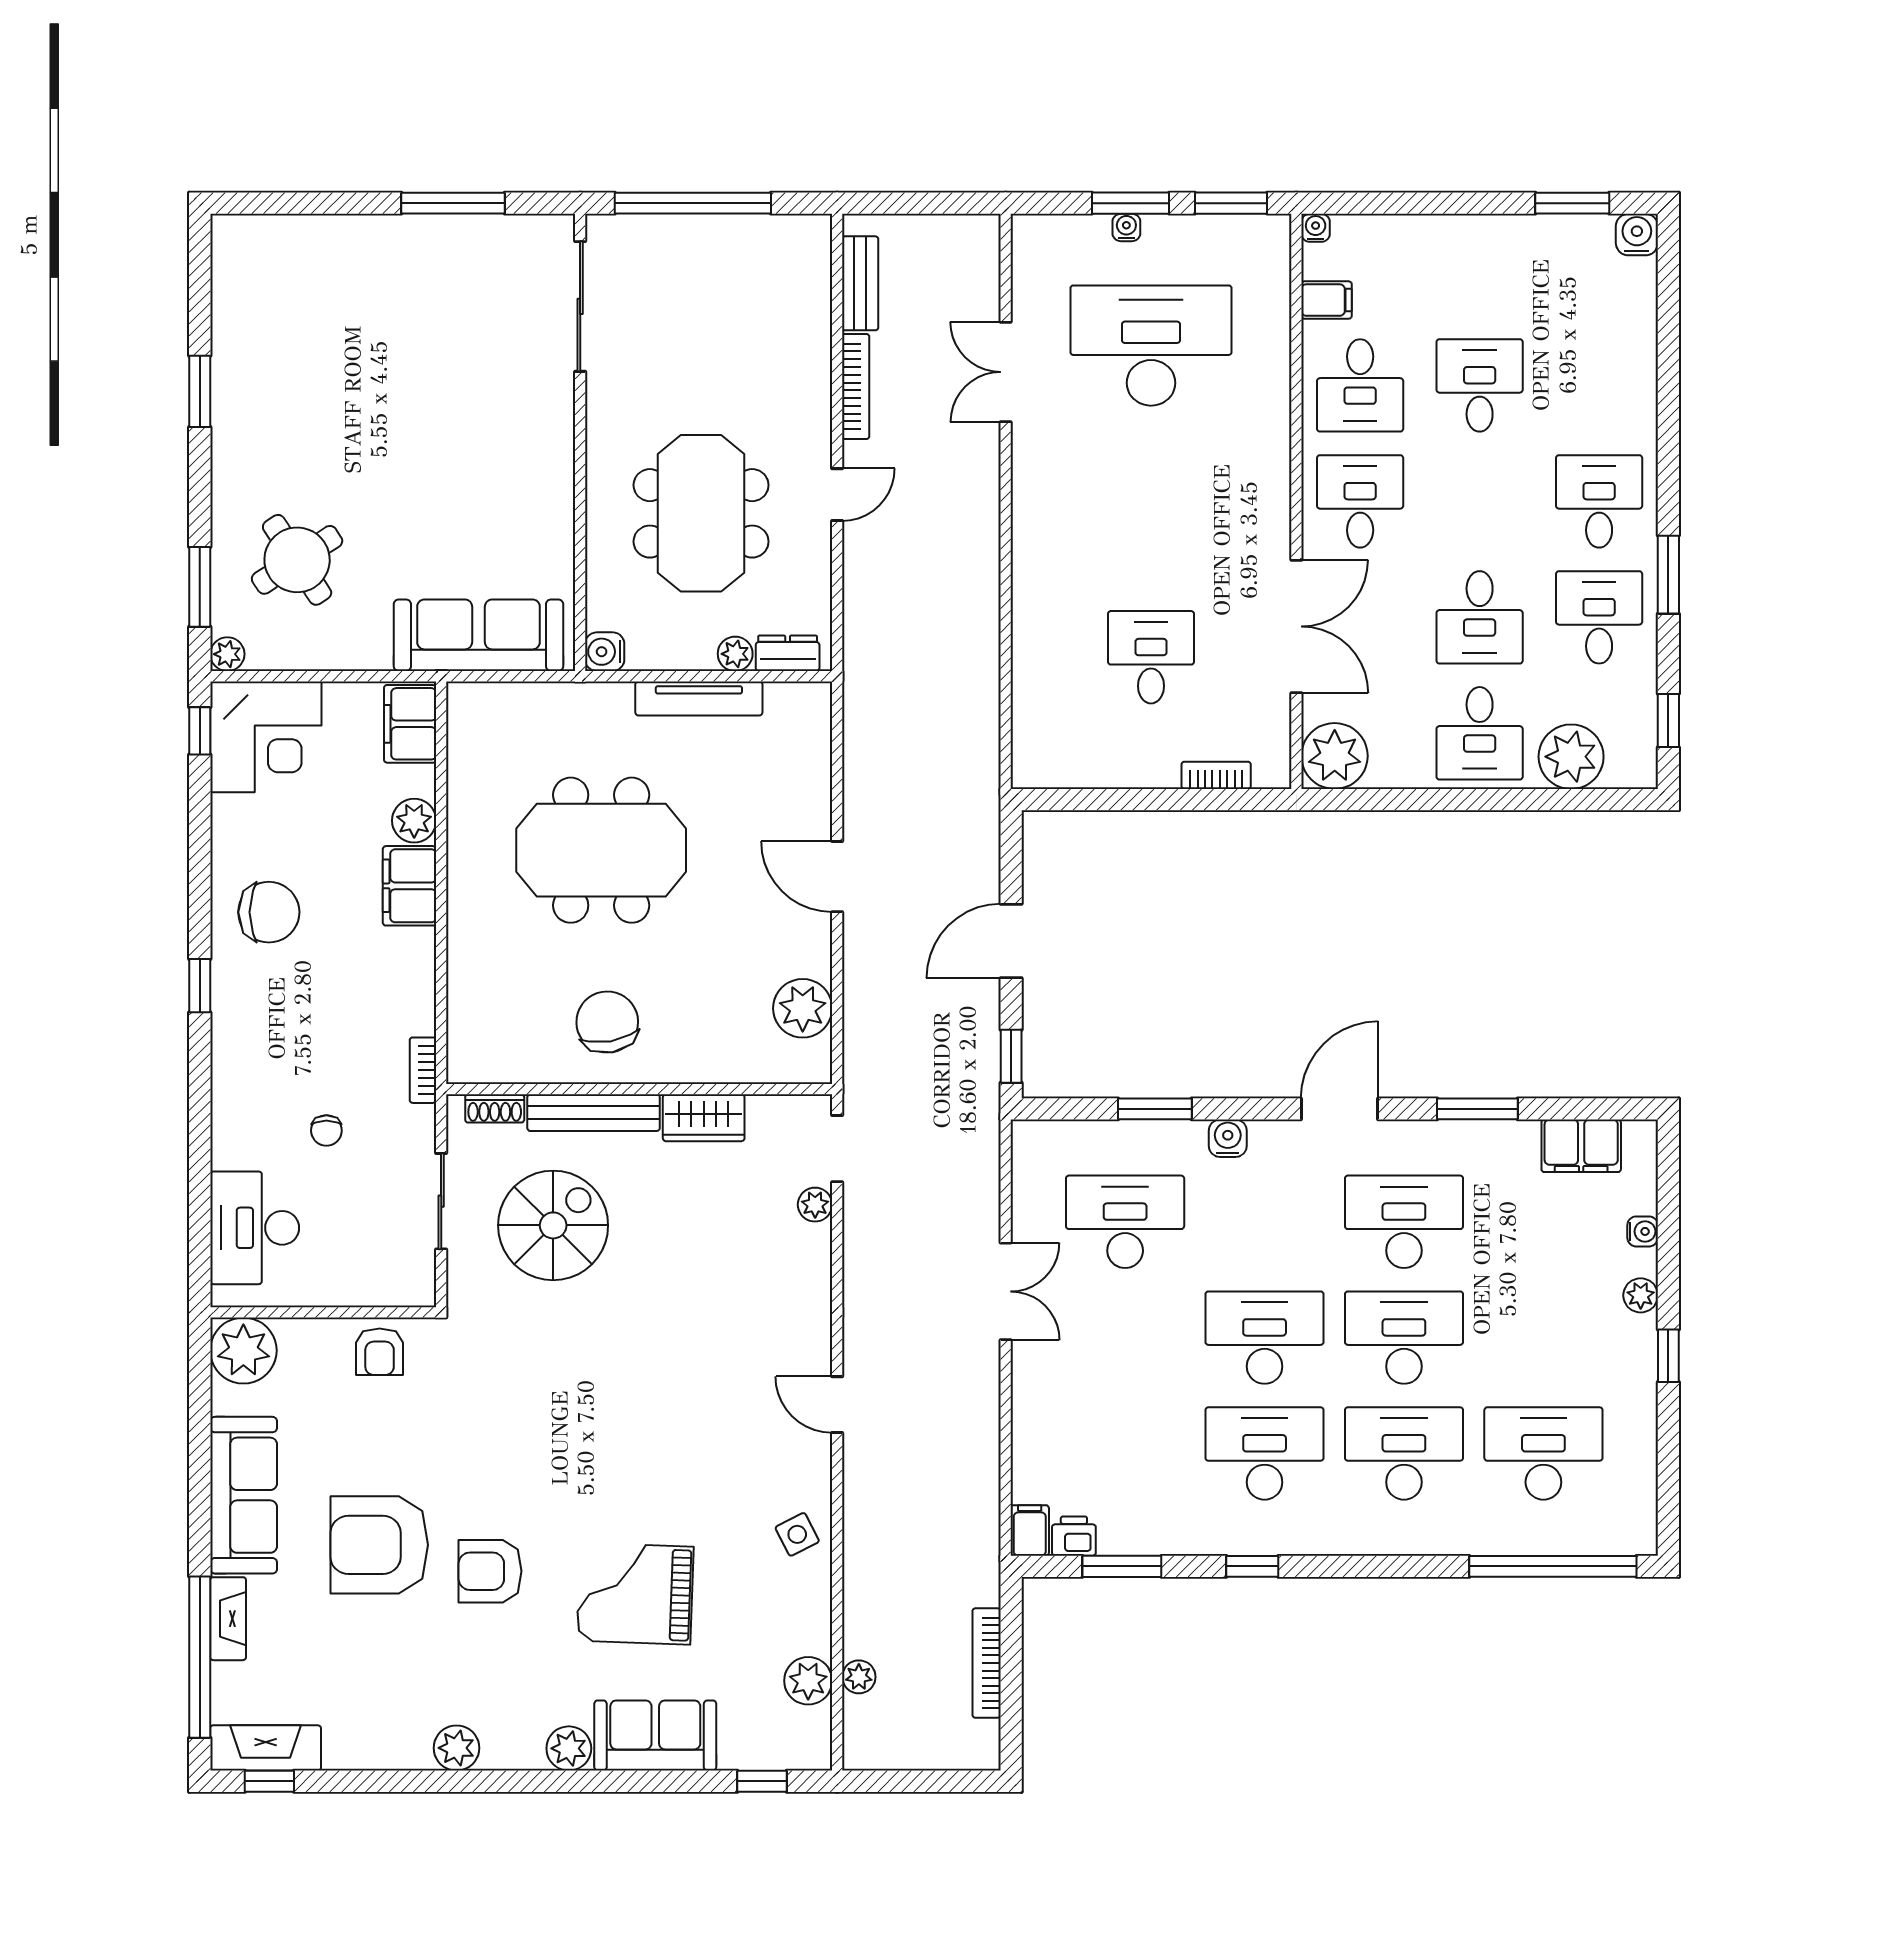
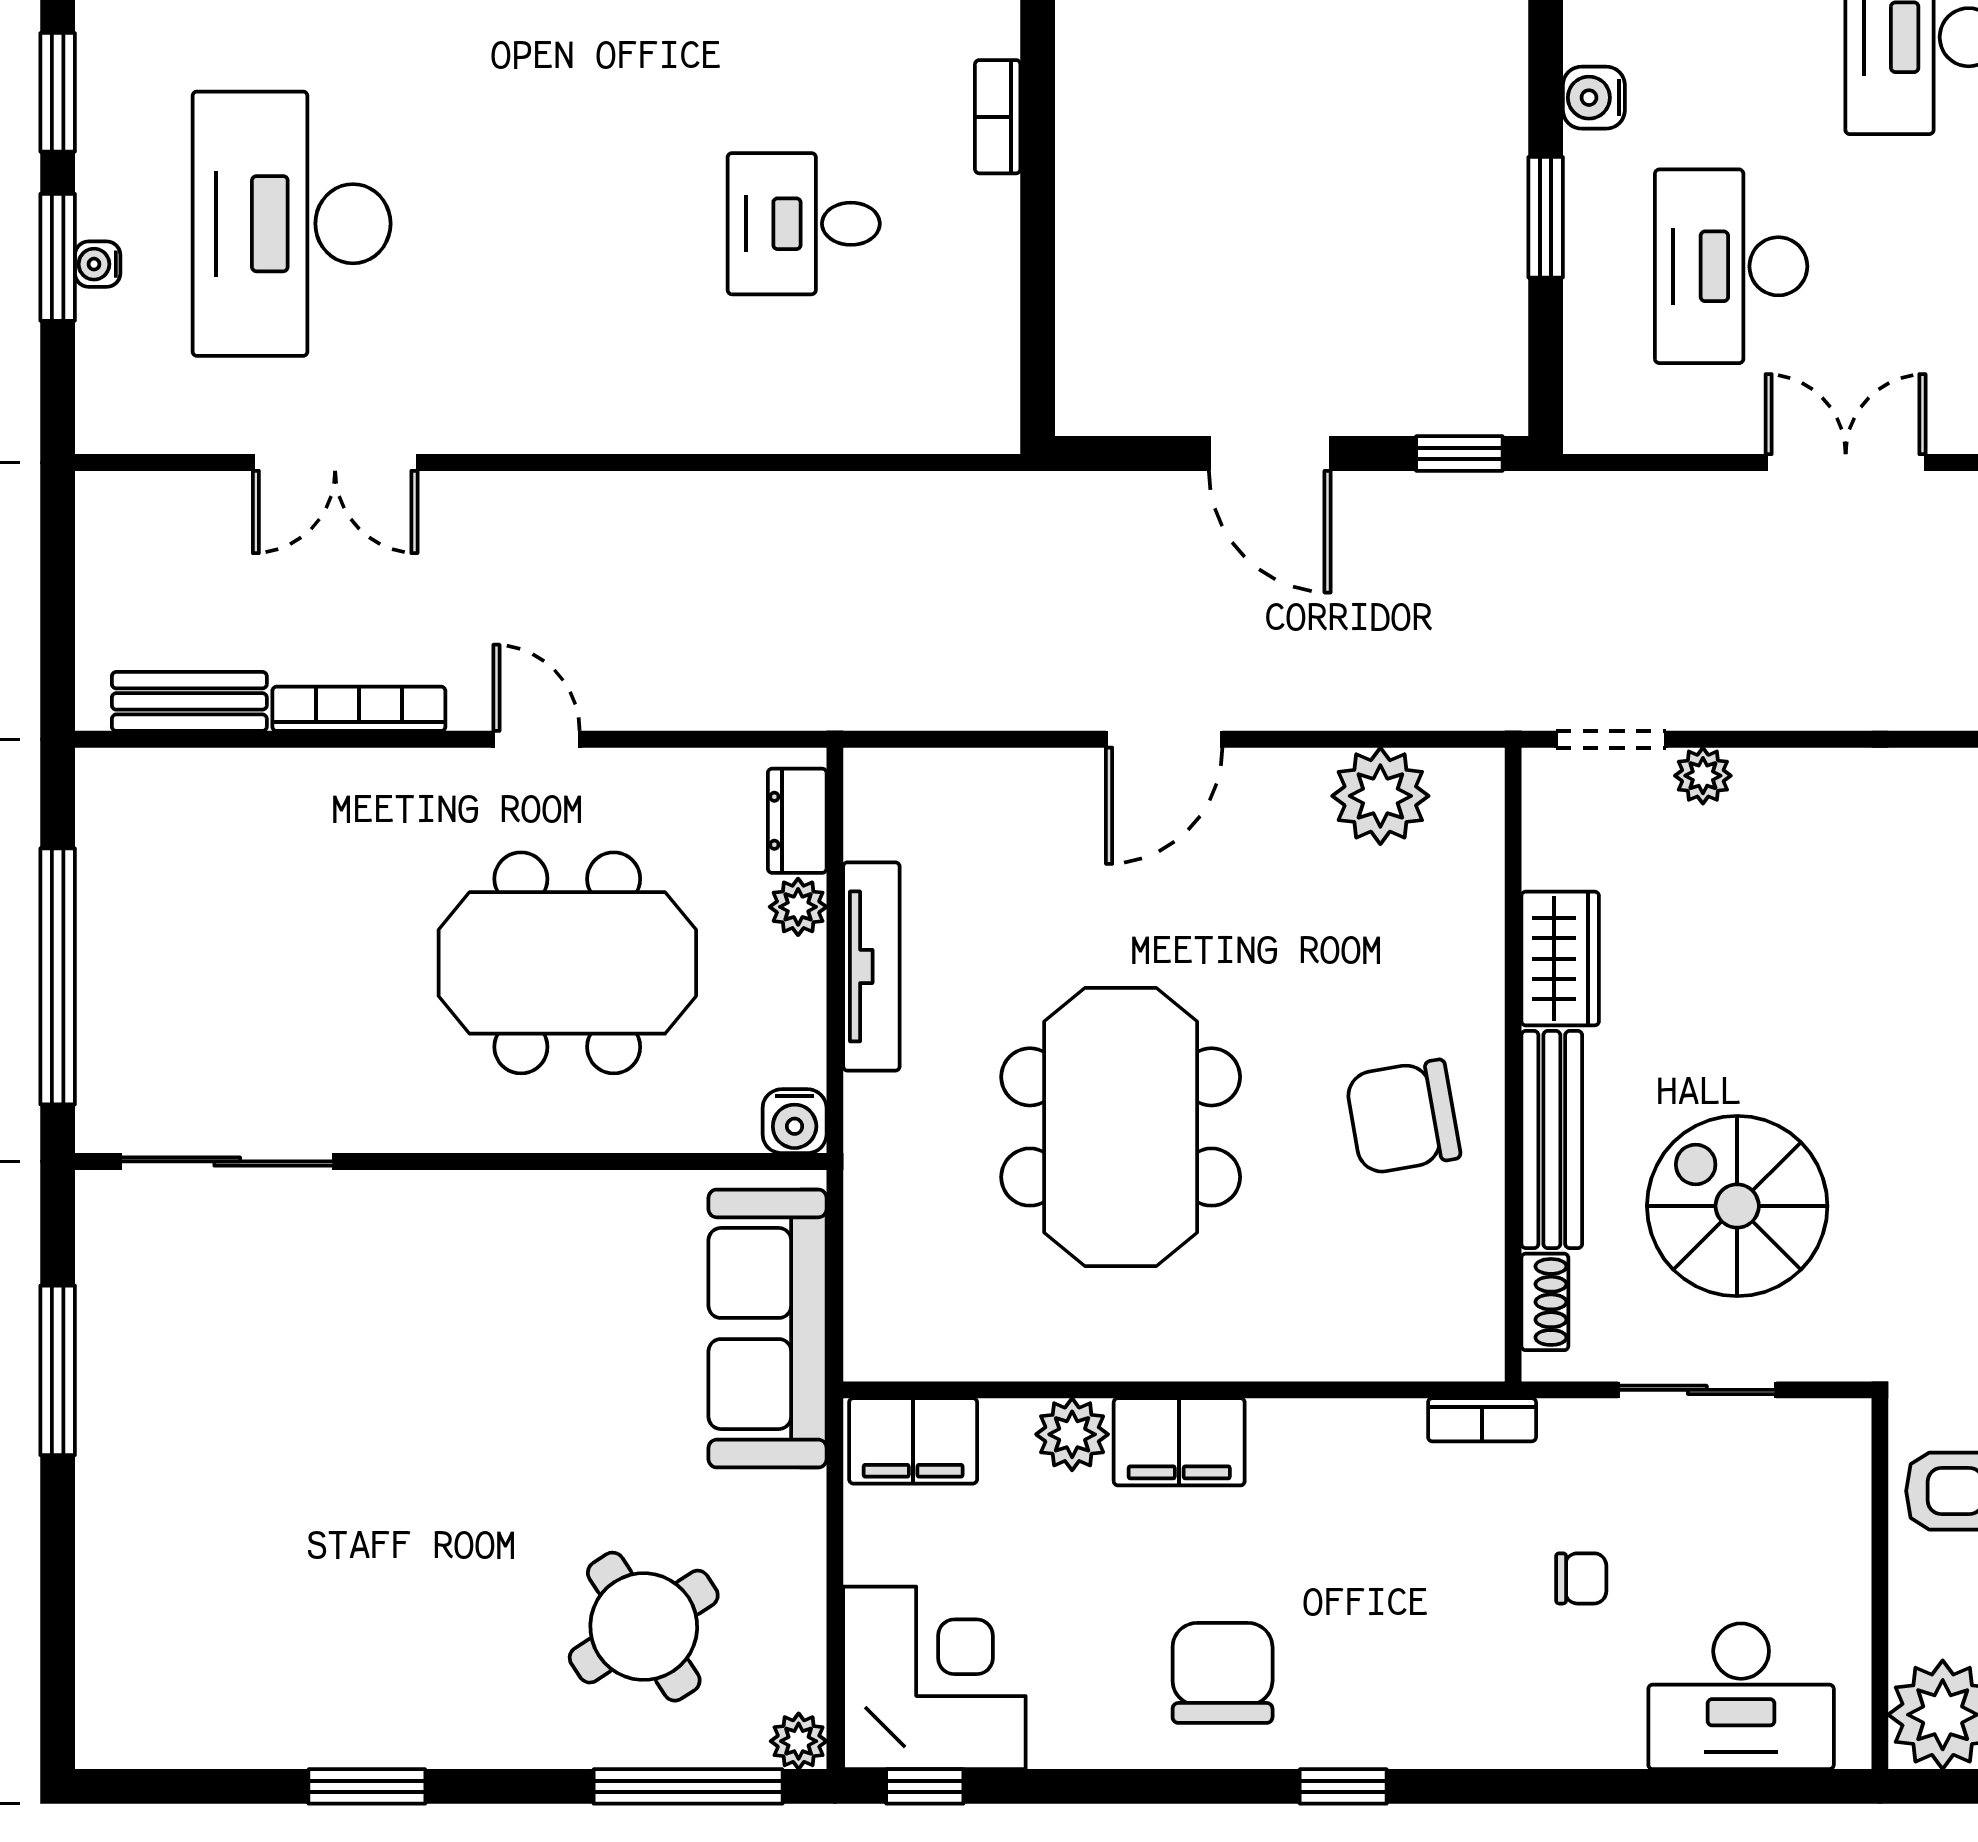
window: (200, 587) -> (688, 1786), width x1.44

